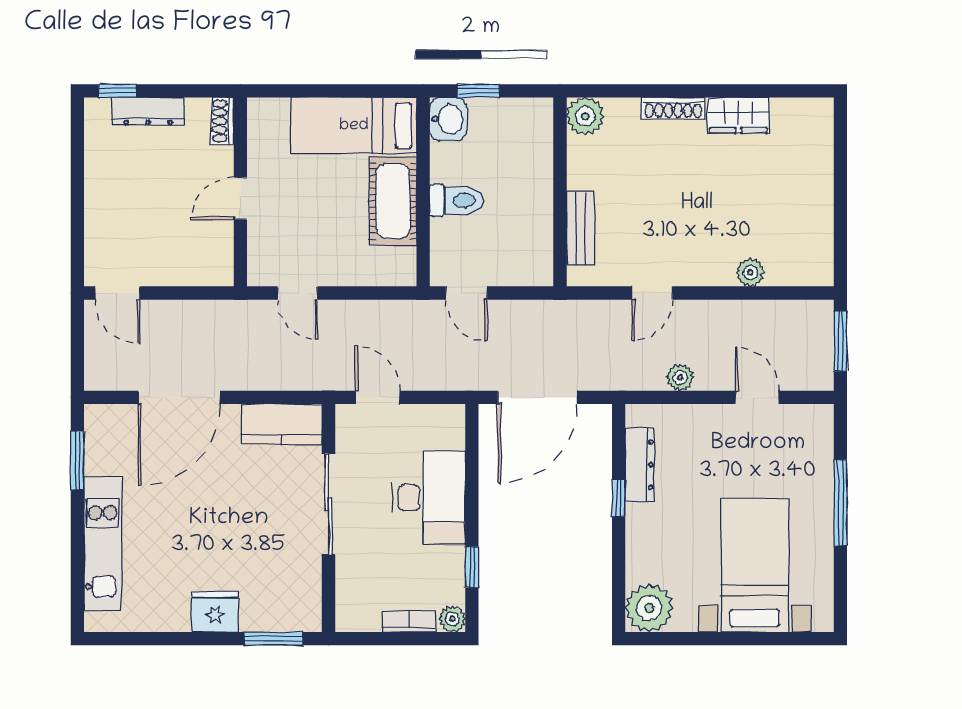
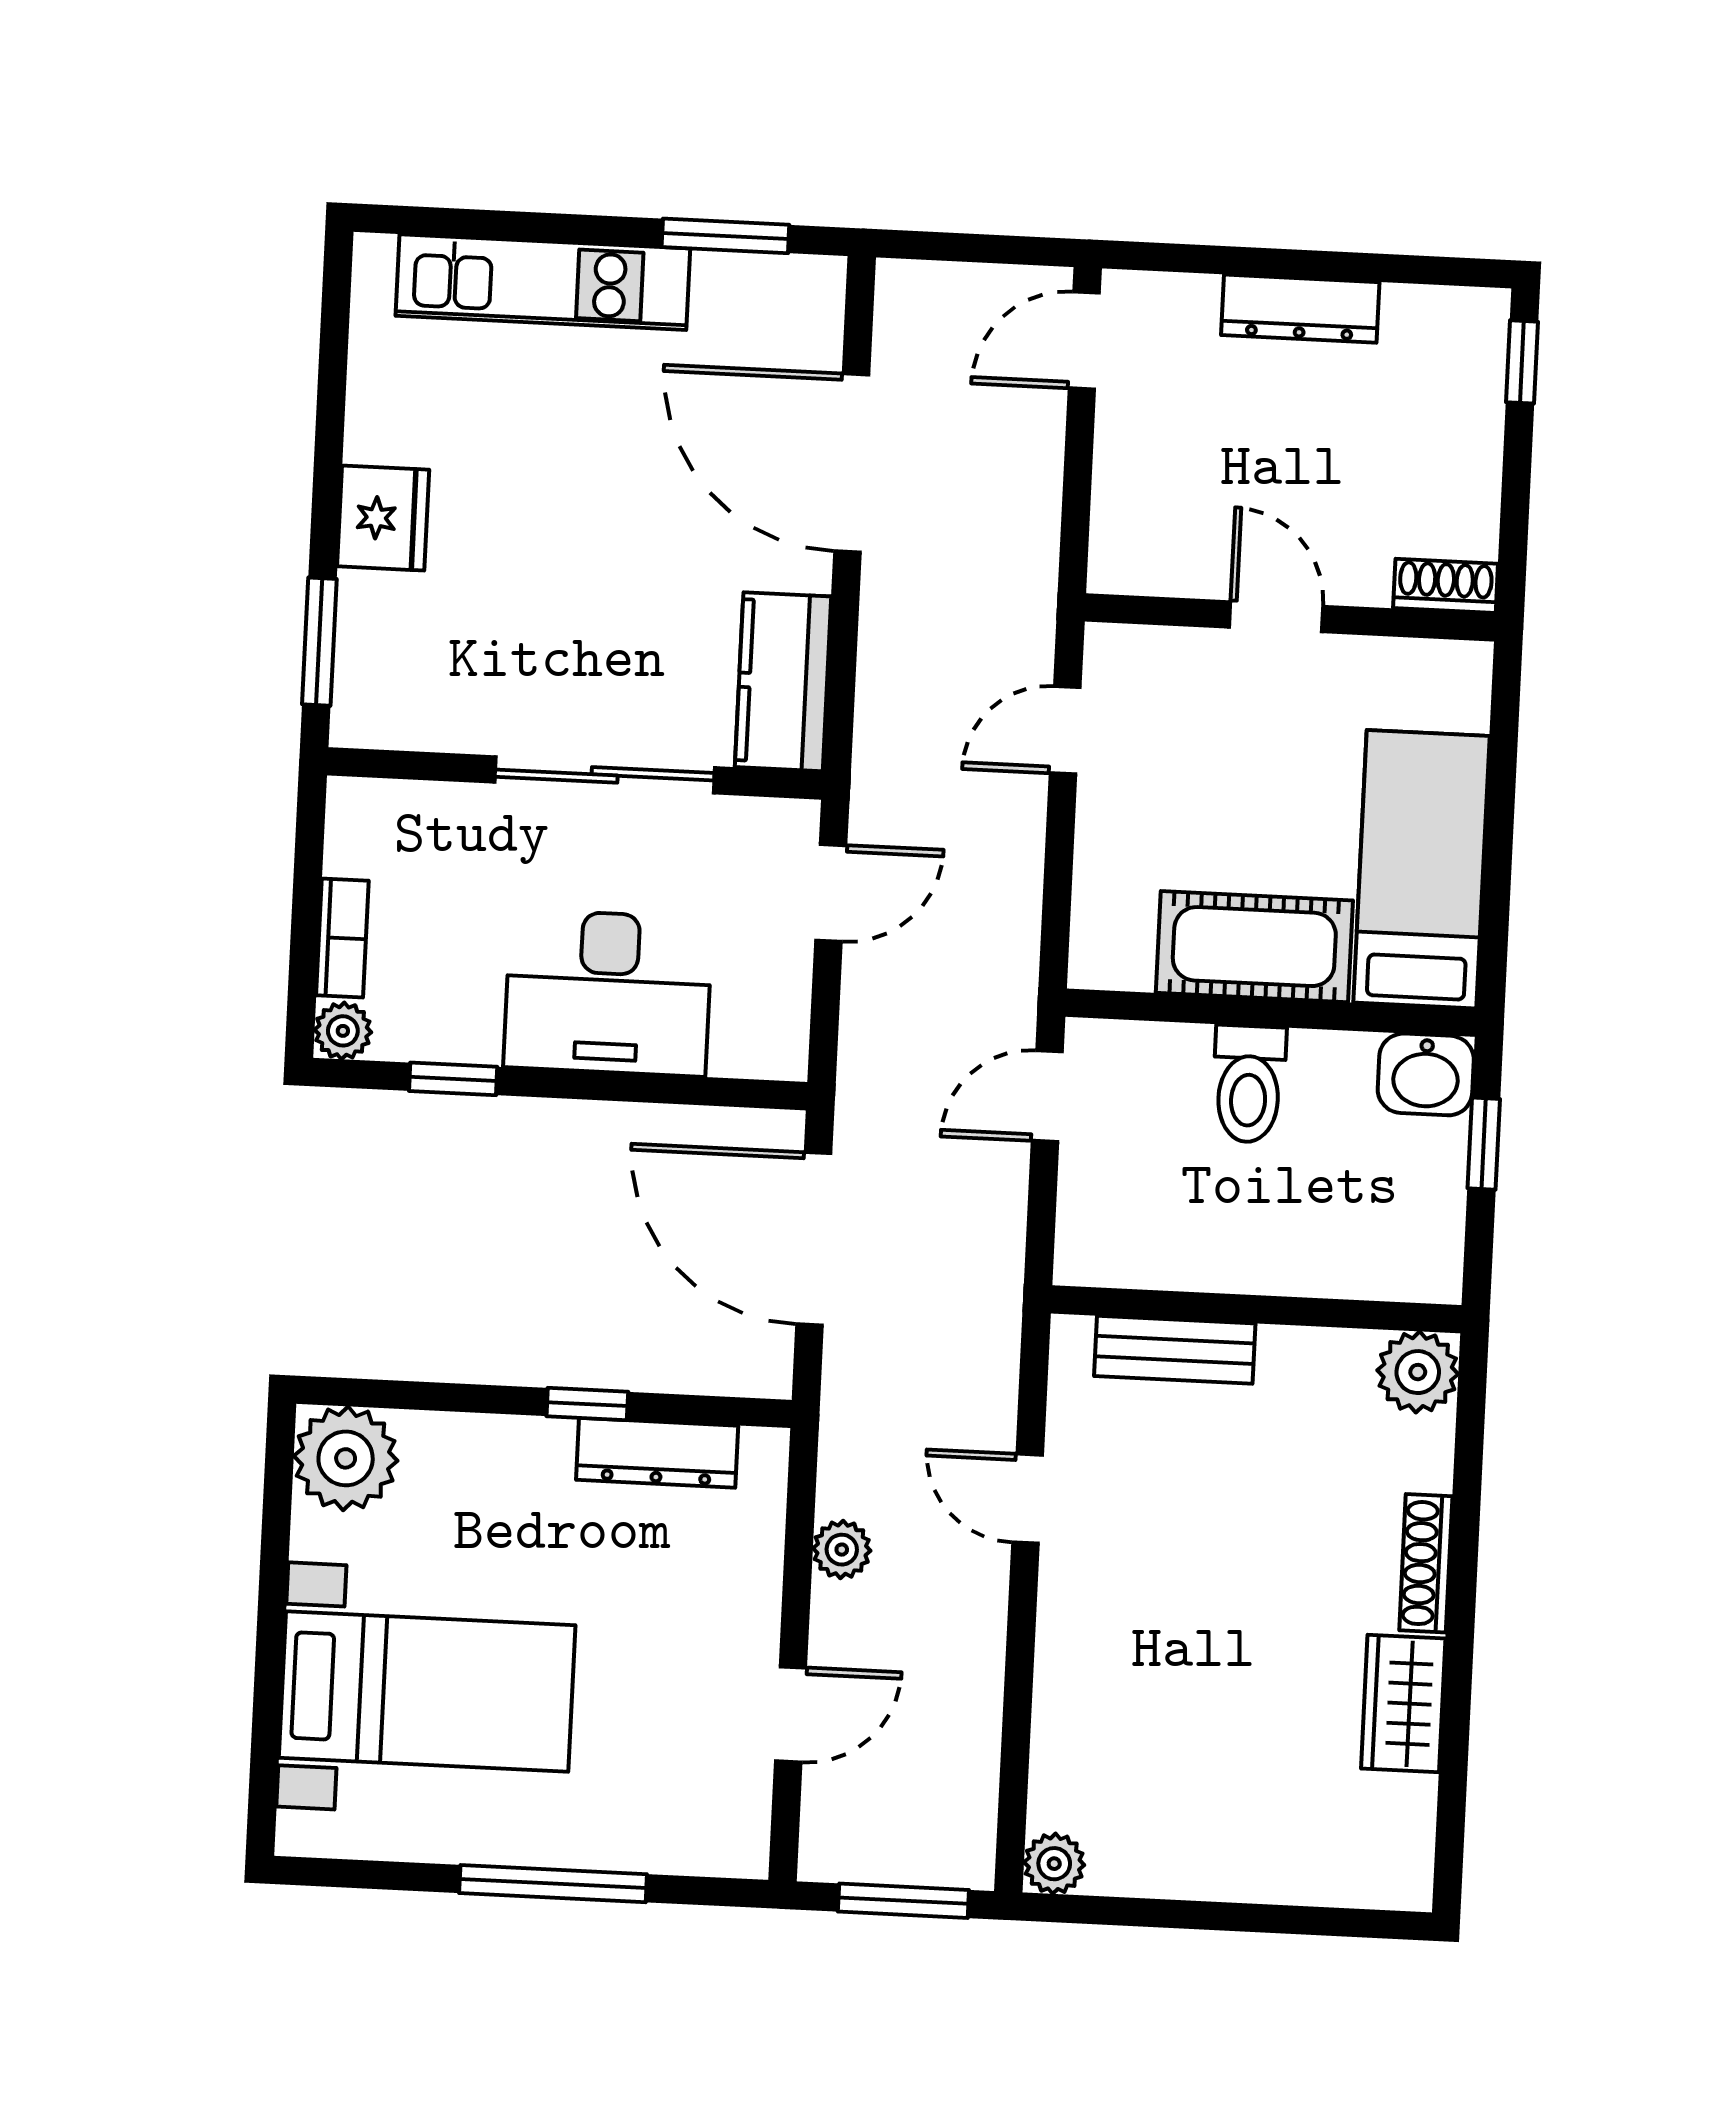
dresser: (148, 111) -> (1300, 309), moved, turned -90
plant: (750, 273) -> (1054, 1864), moved

